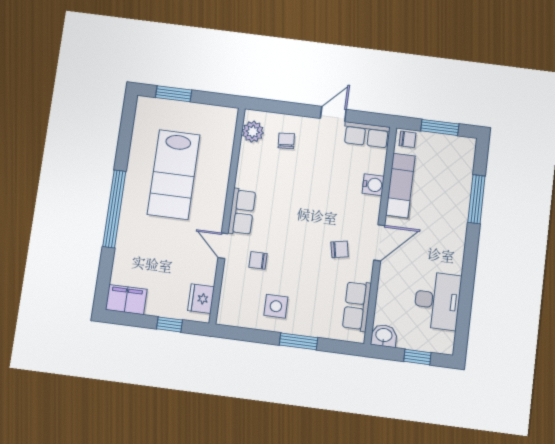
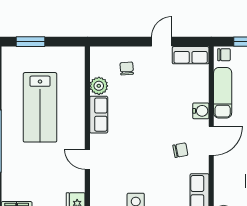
plant: (253, 132) -> (99, 86), moved
water cooler: (373, 185) -> (201, 111), moved
row of seats: (242, 212) -> (99, 115), moved
chair: (258, 260) -> (117, 167), removed

